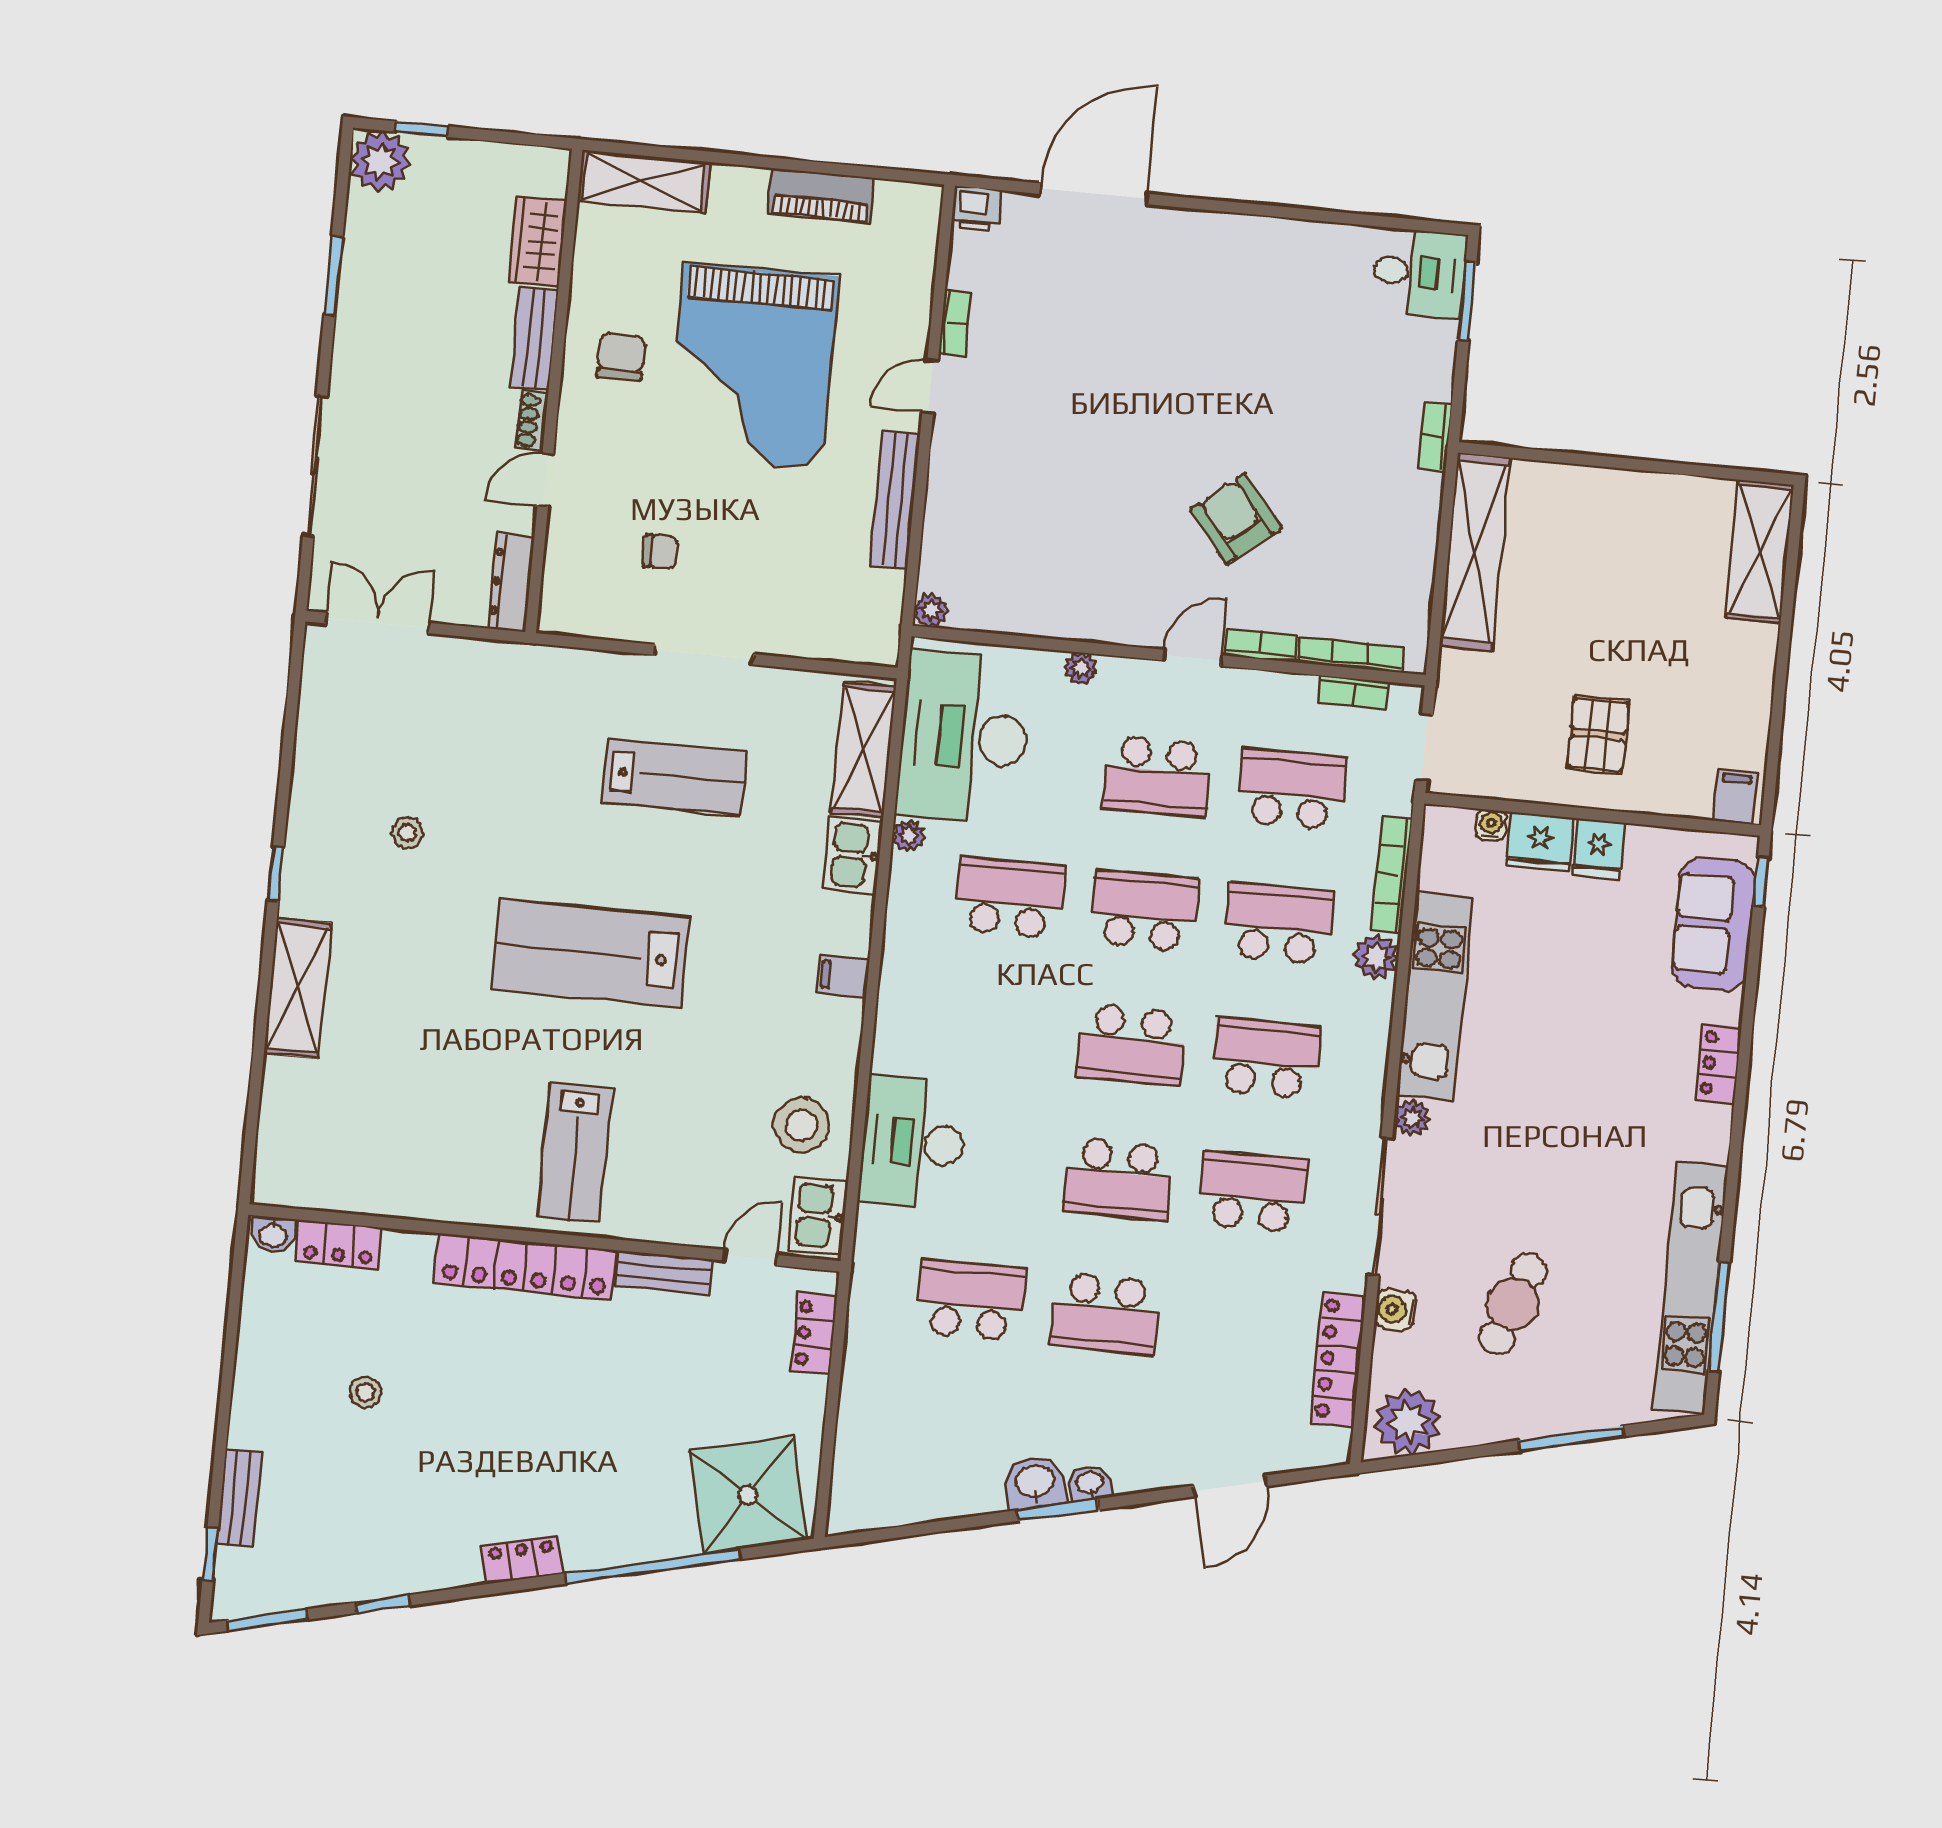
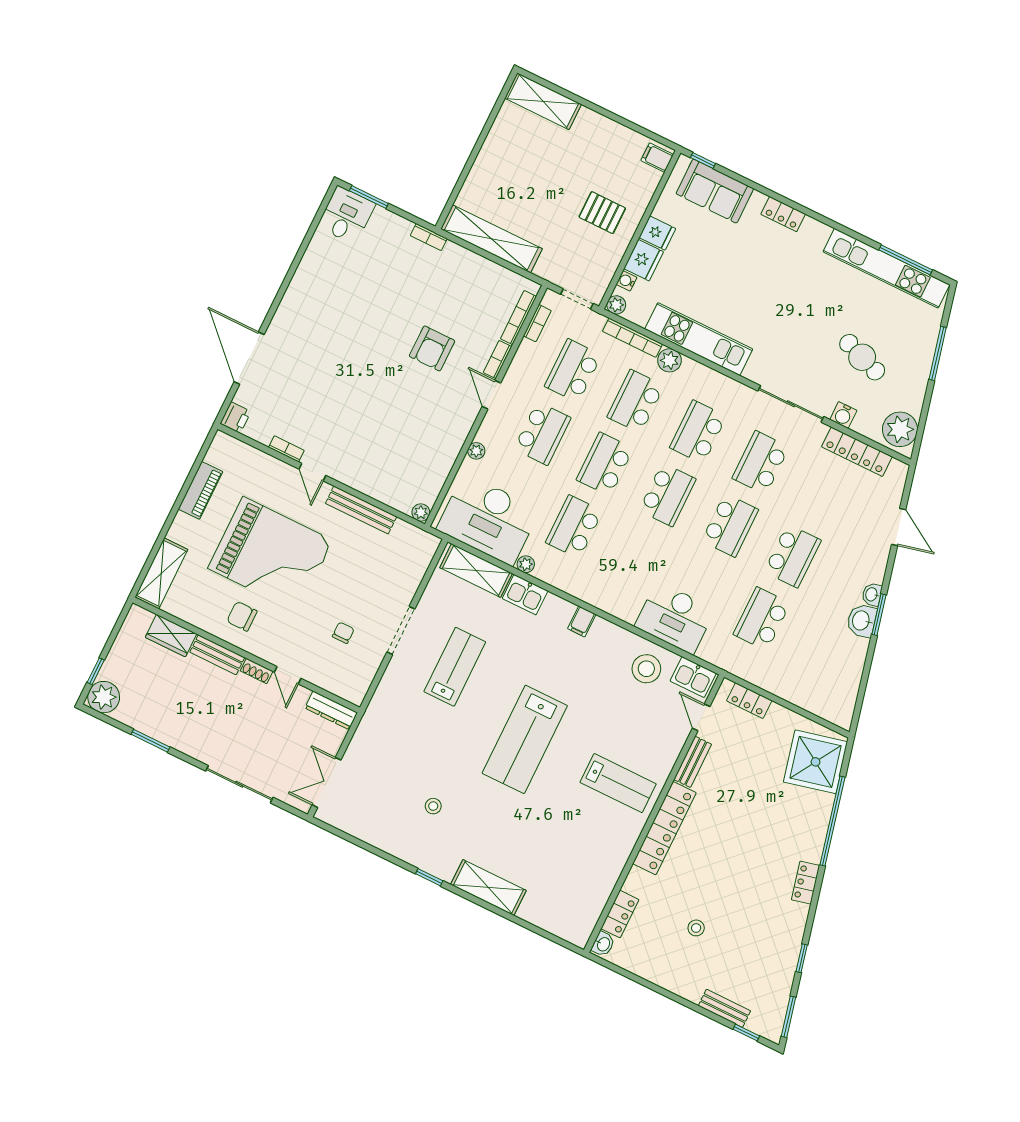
armchair: (1236, 519) -> (432, 348), turned -51
plant: (1412, 1118) -> (616, 305), moved

